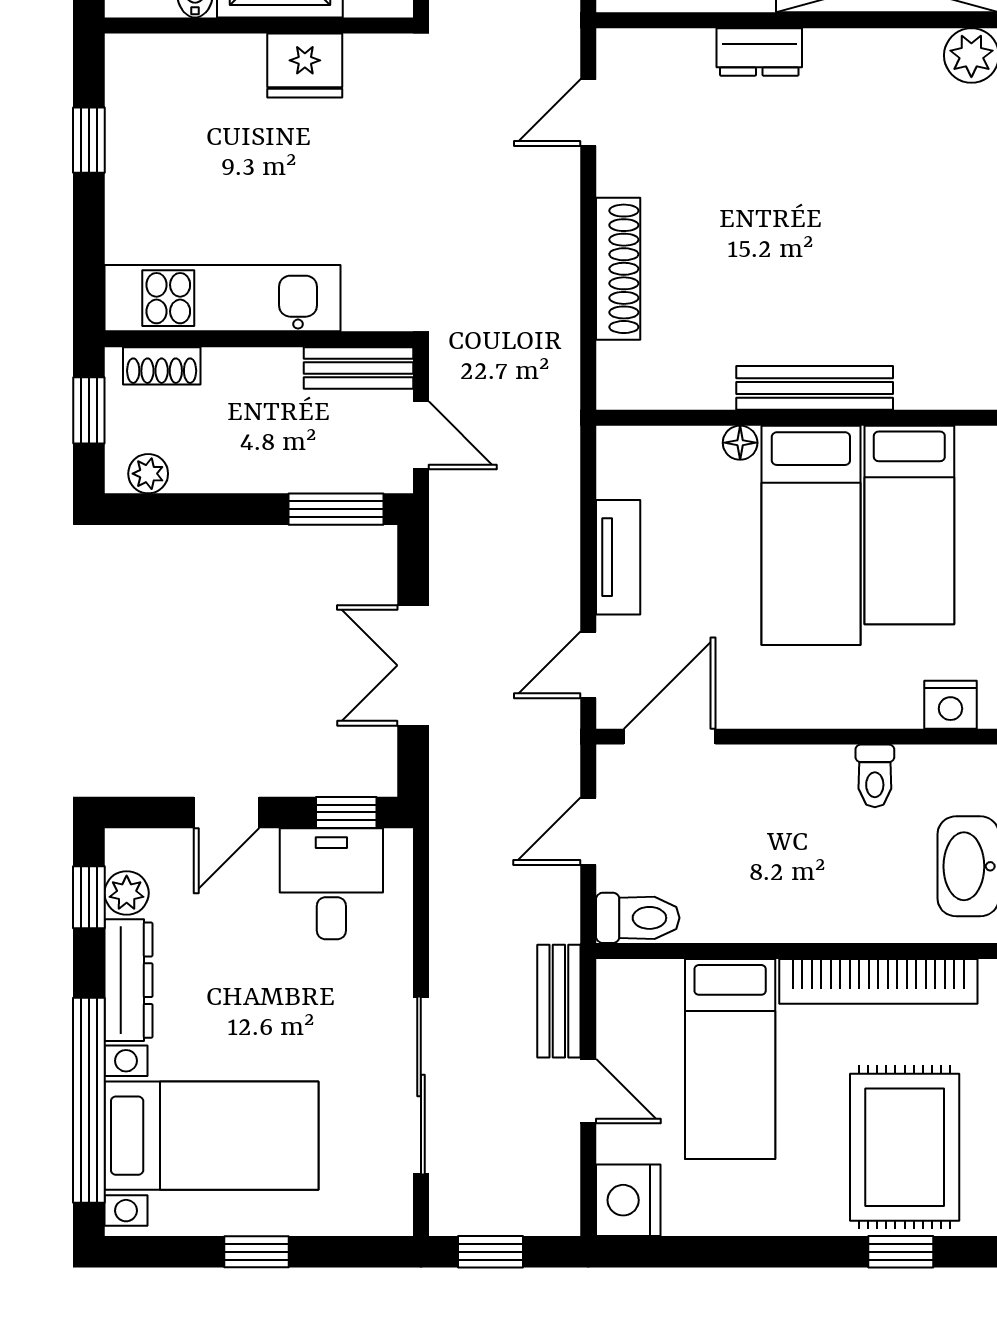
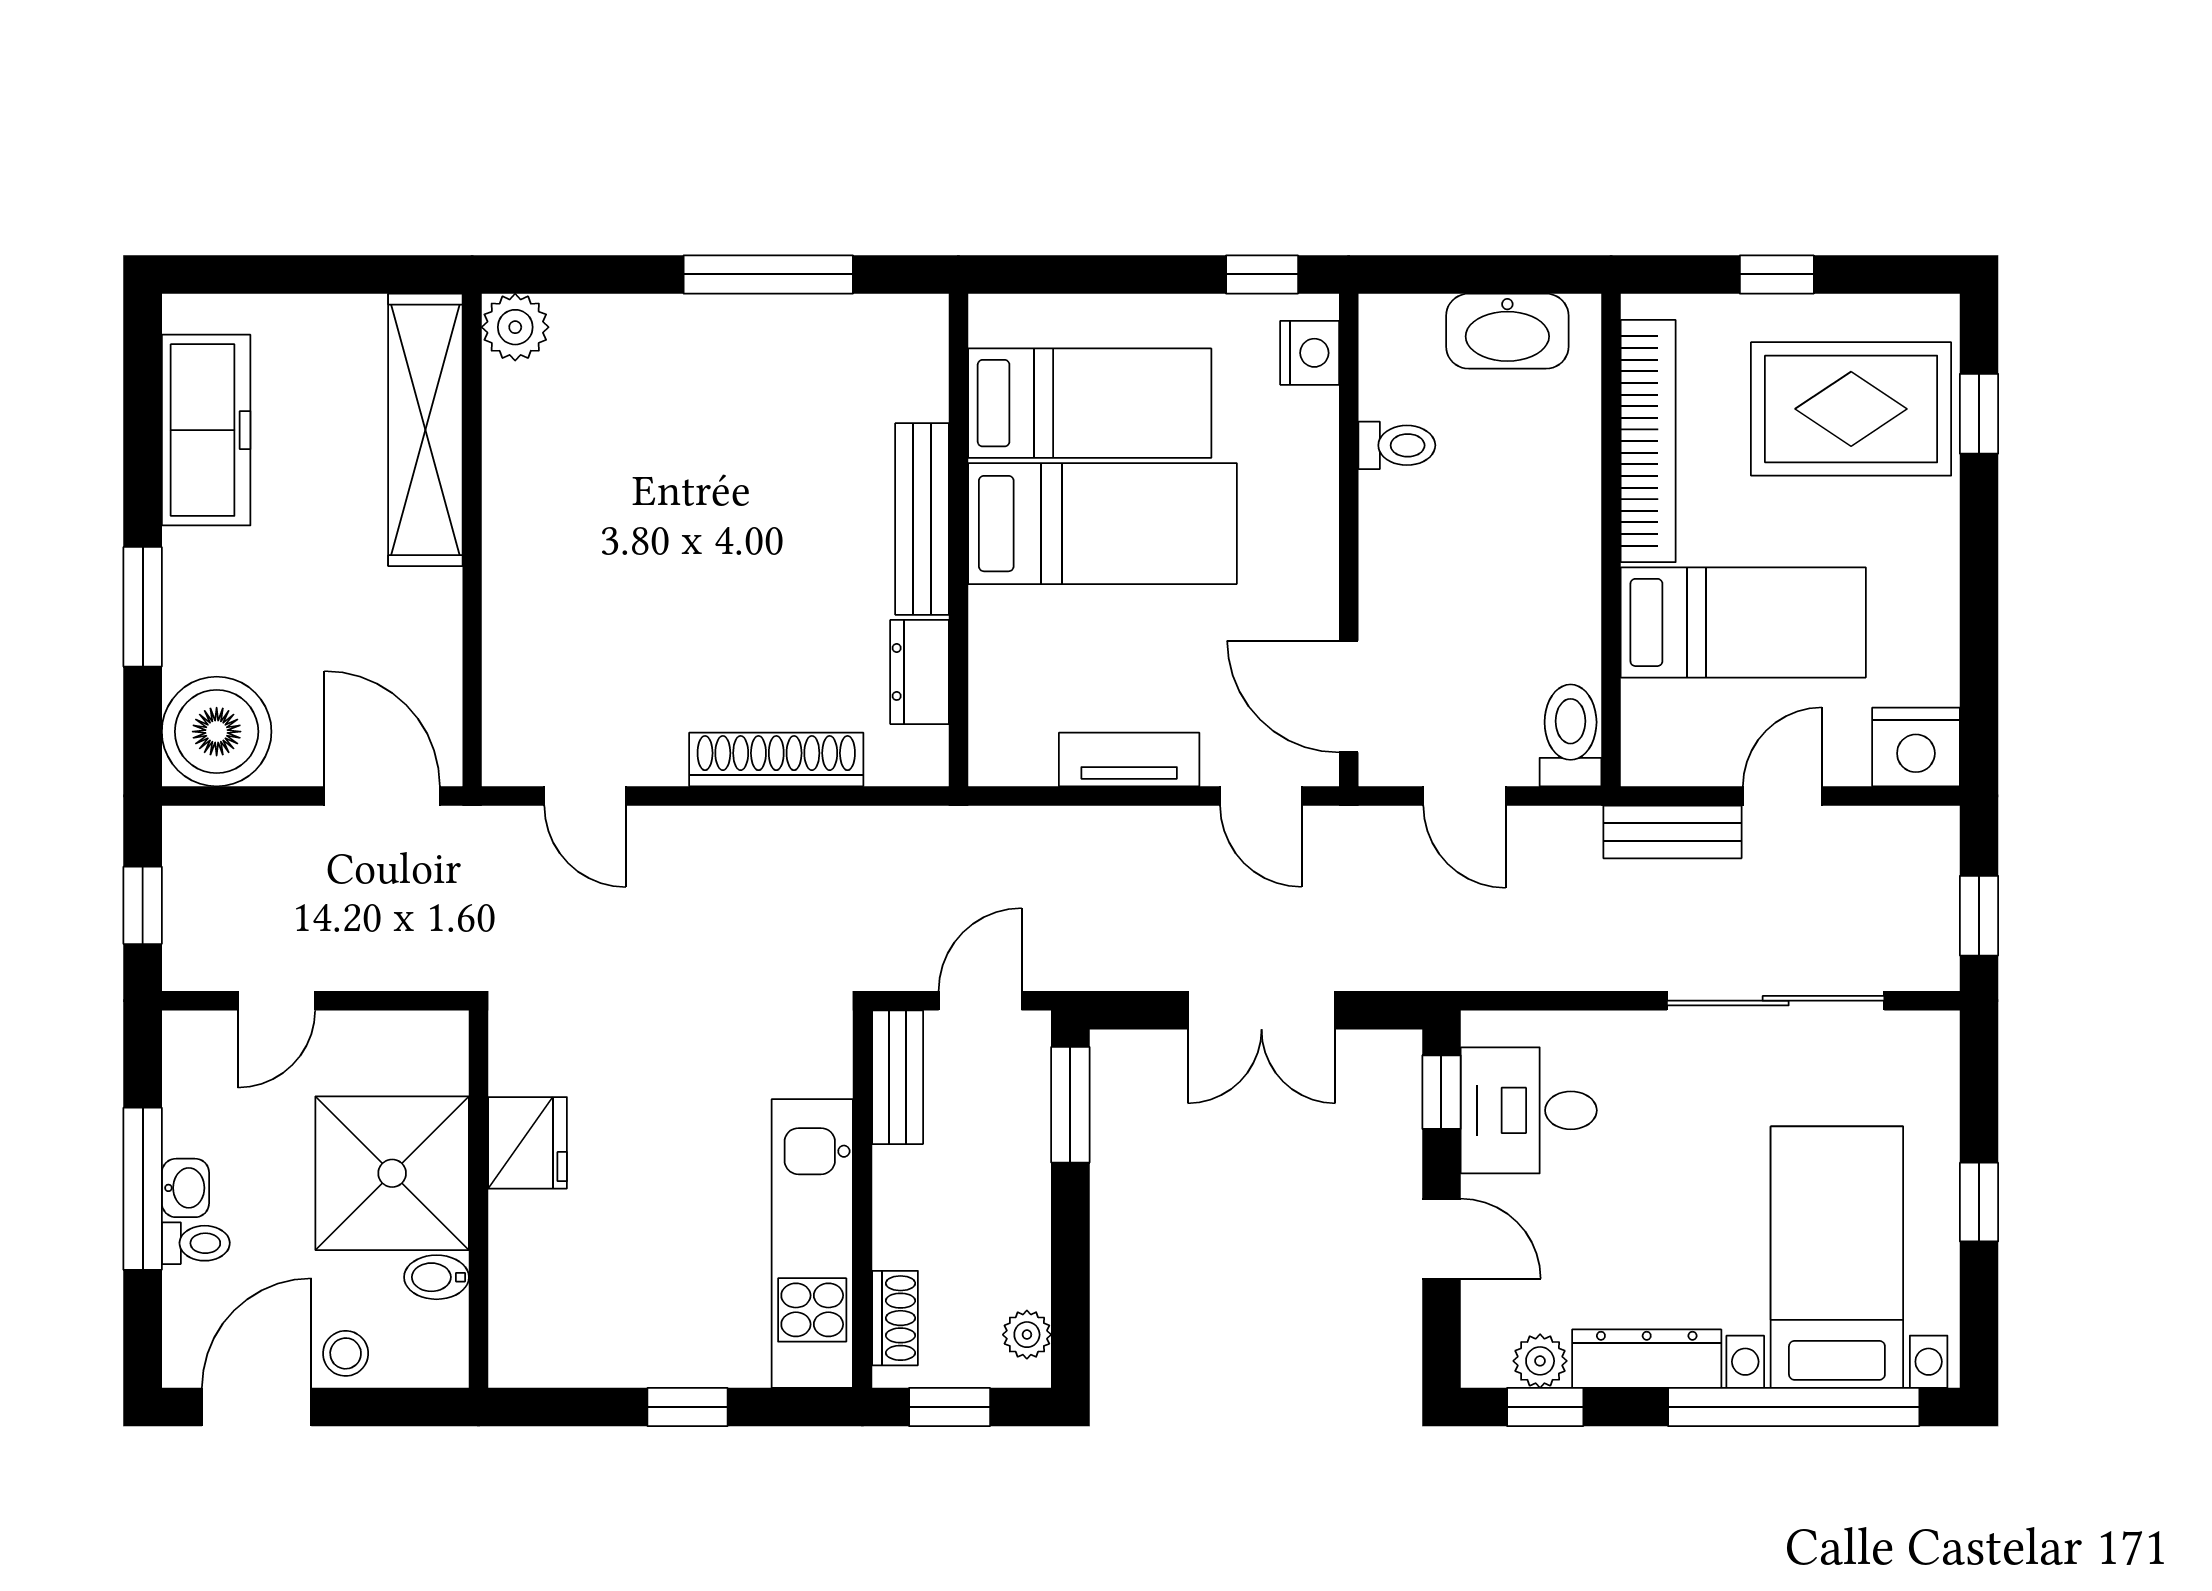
dresser: (759, 52) -> (920, 672), moved, turned 180
window: (89, 140) -> (687, 1407), moved
floor lamp: (740, 443) -> (989, 610), removed

